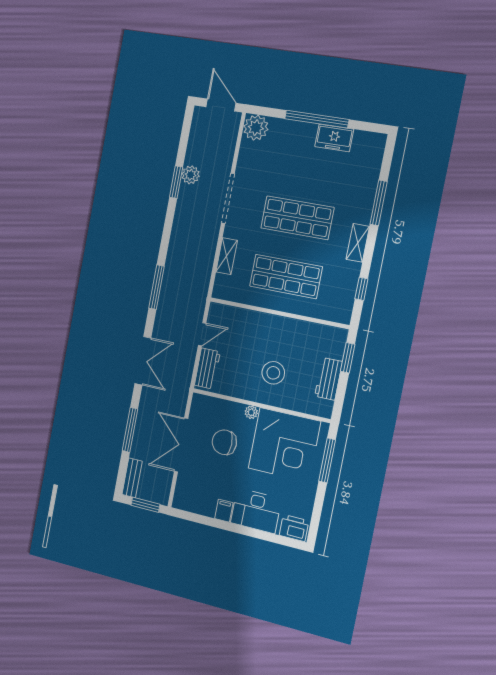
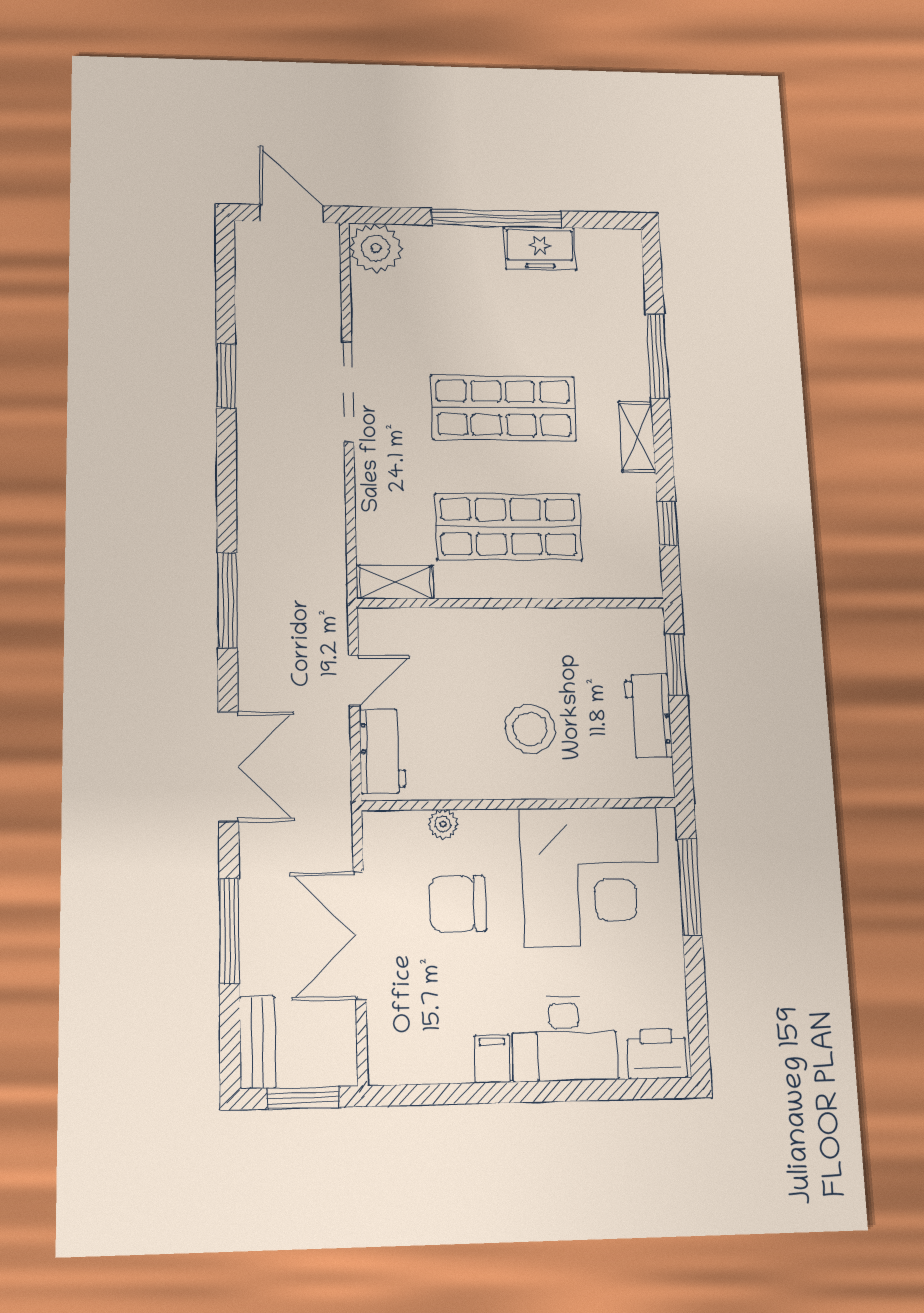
plant: (191, 175) -> (255, 357), removed
shelving: (227, 256) -> (395, 582), moved, turned 90
plant: (251, 412) -> (443, 824), moved

